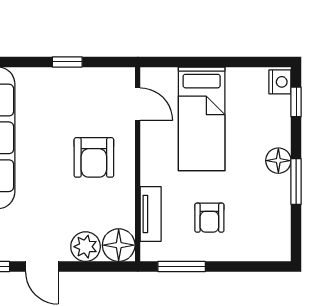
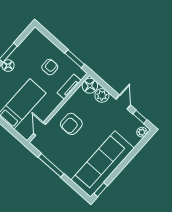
window: (67, 62) -> (51, 165), width x2.17
armchair: (94, 157) -> (71, 124), turned 180

